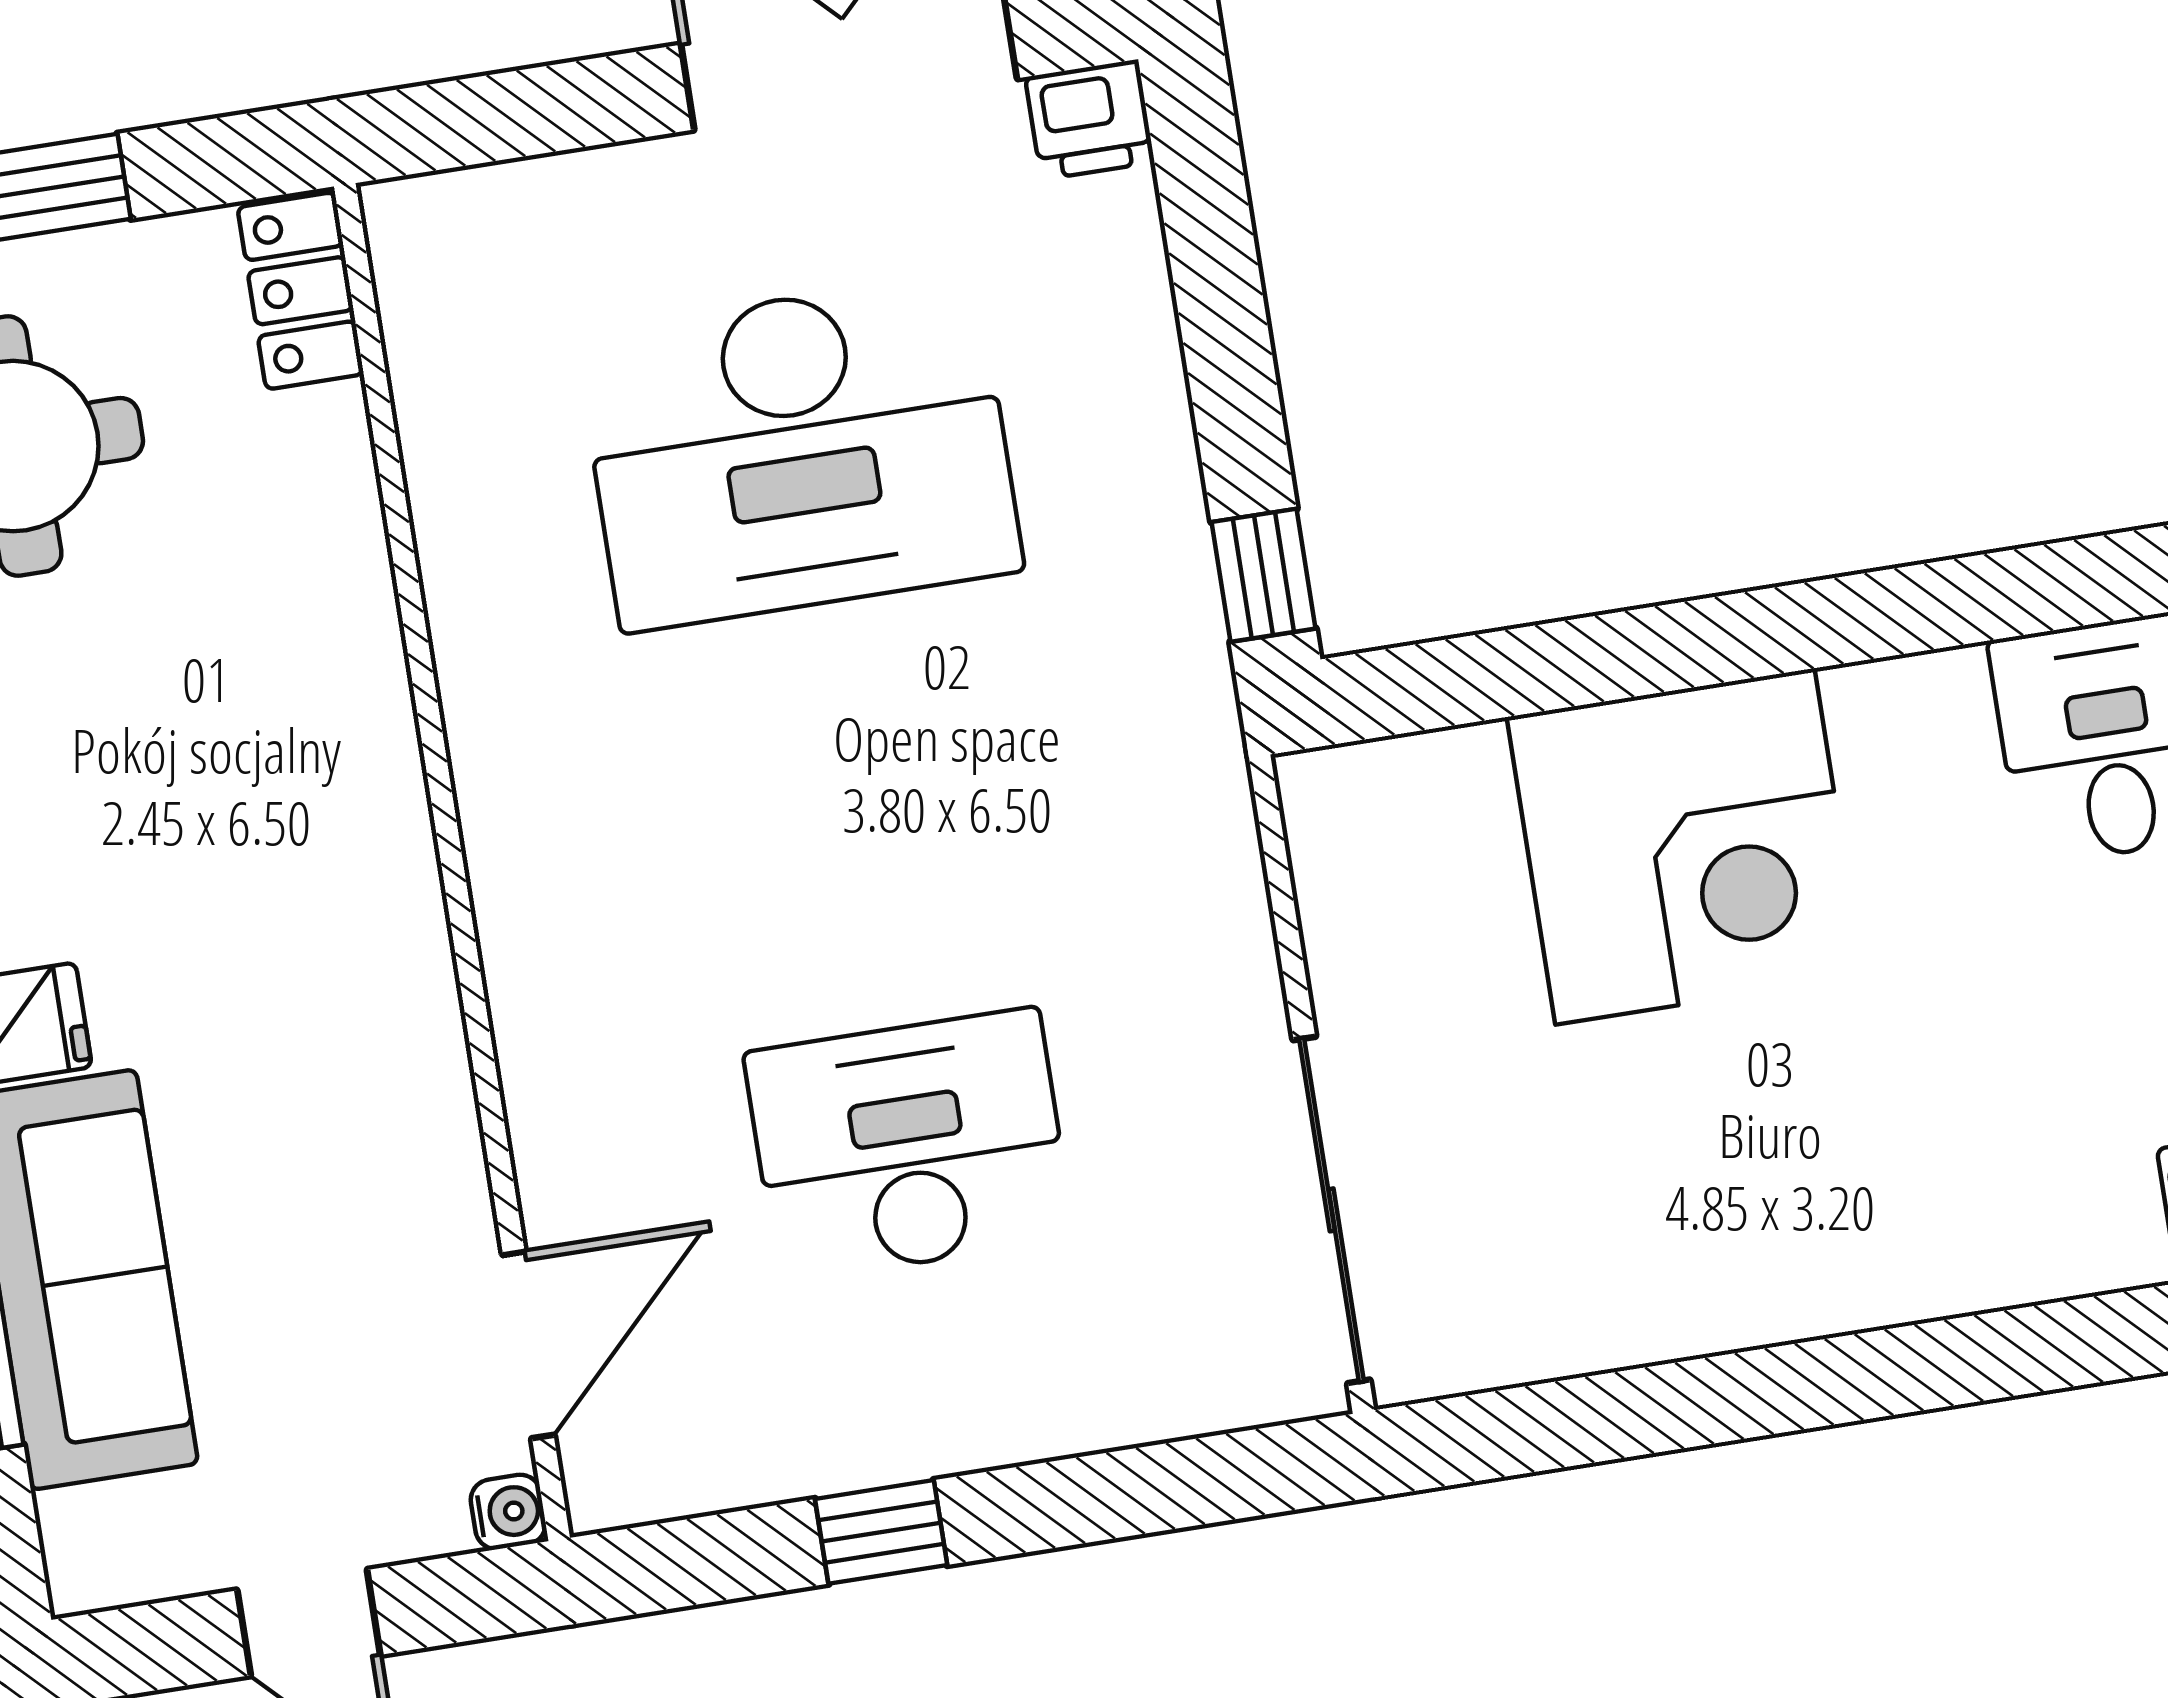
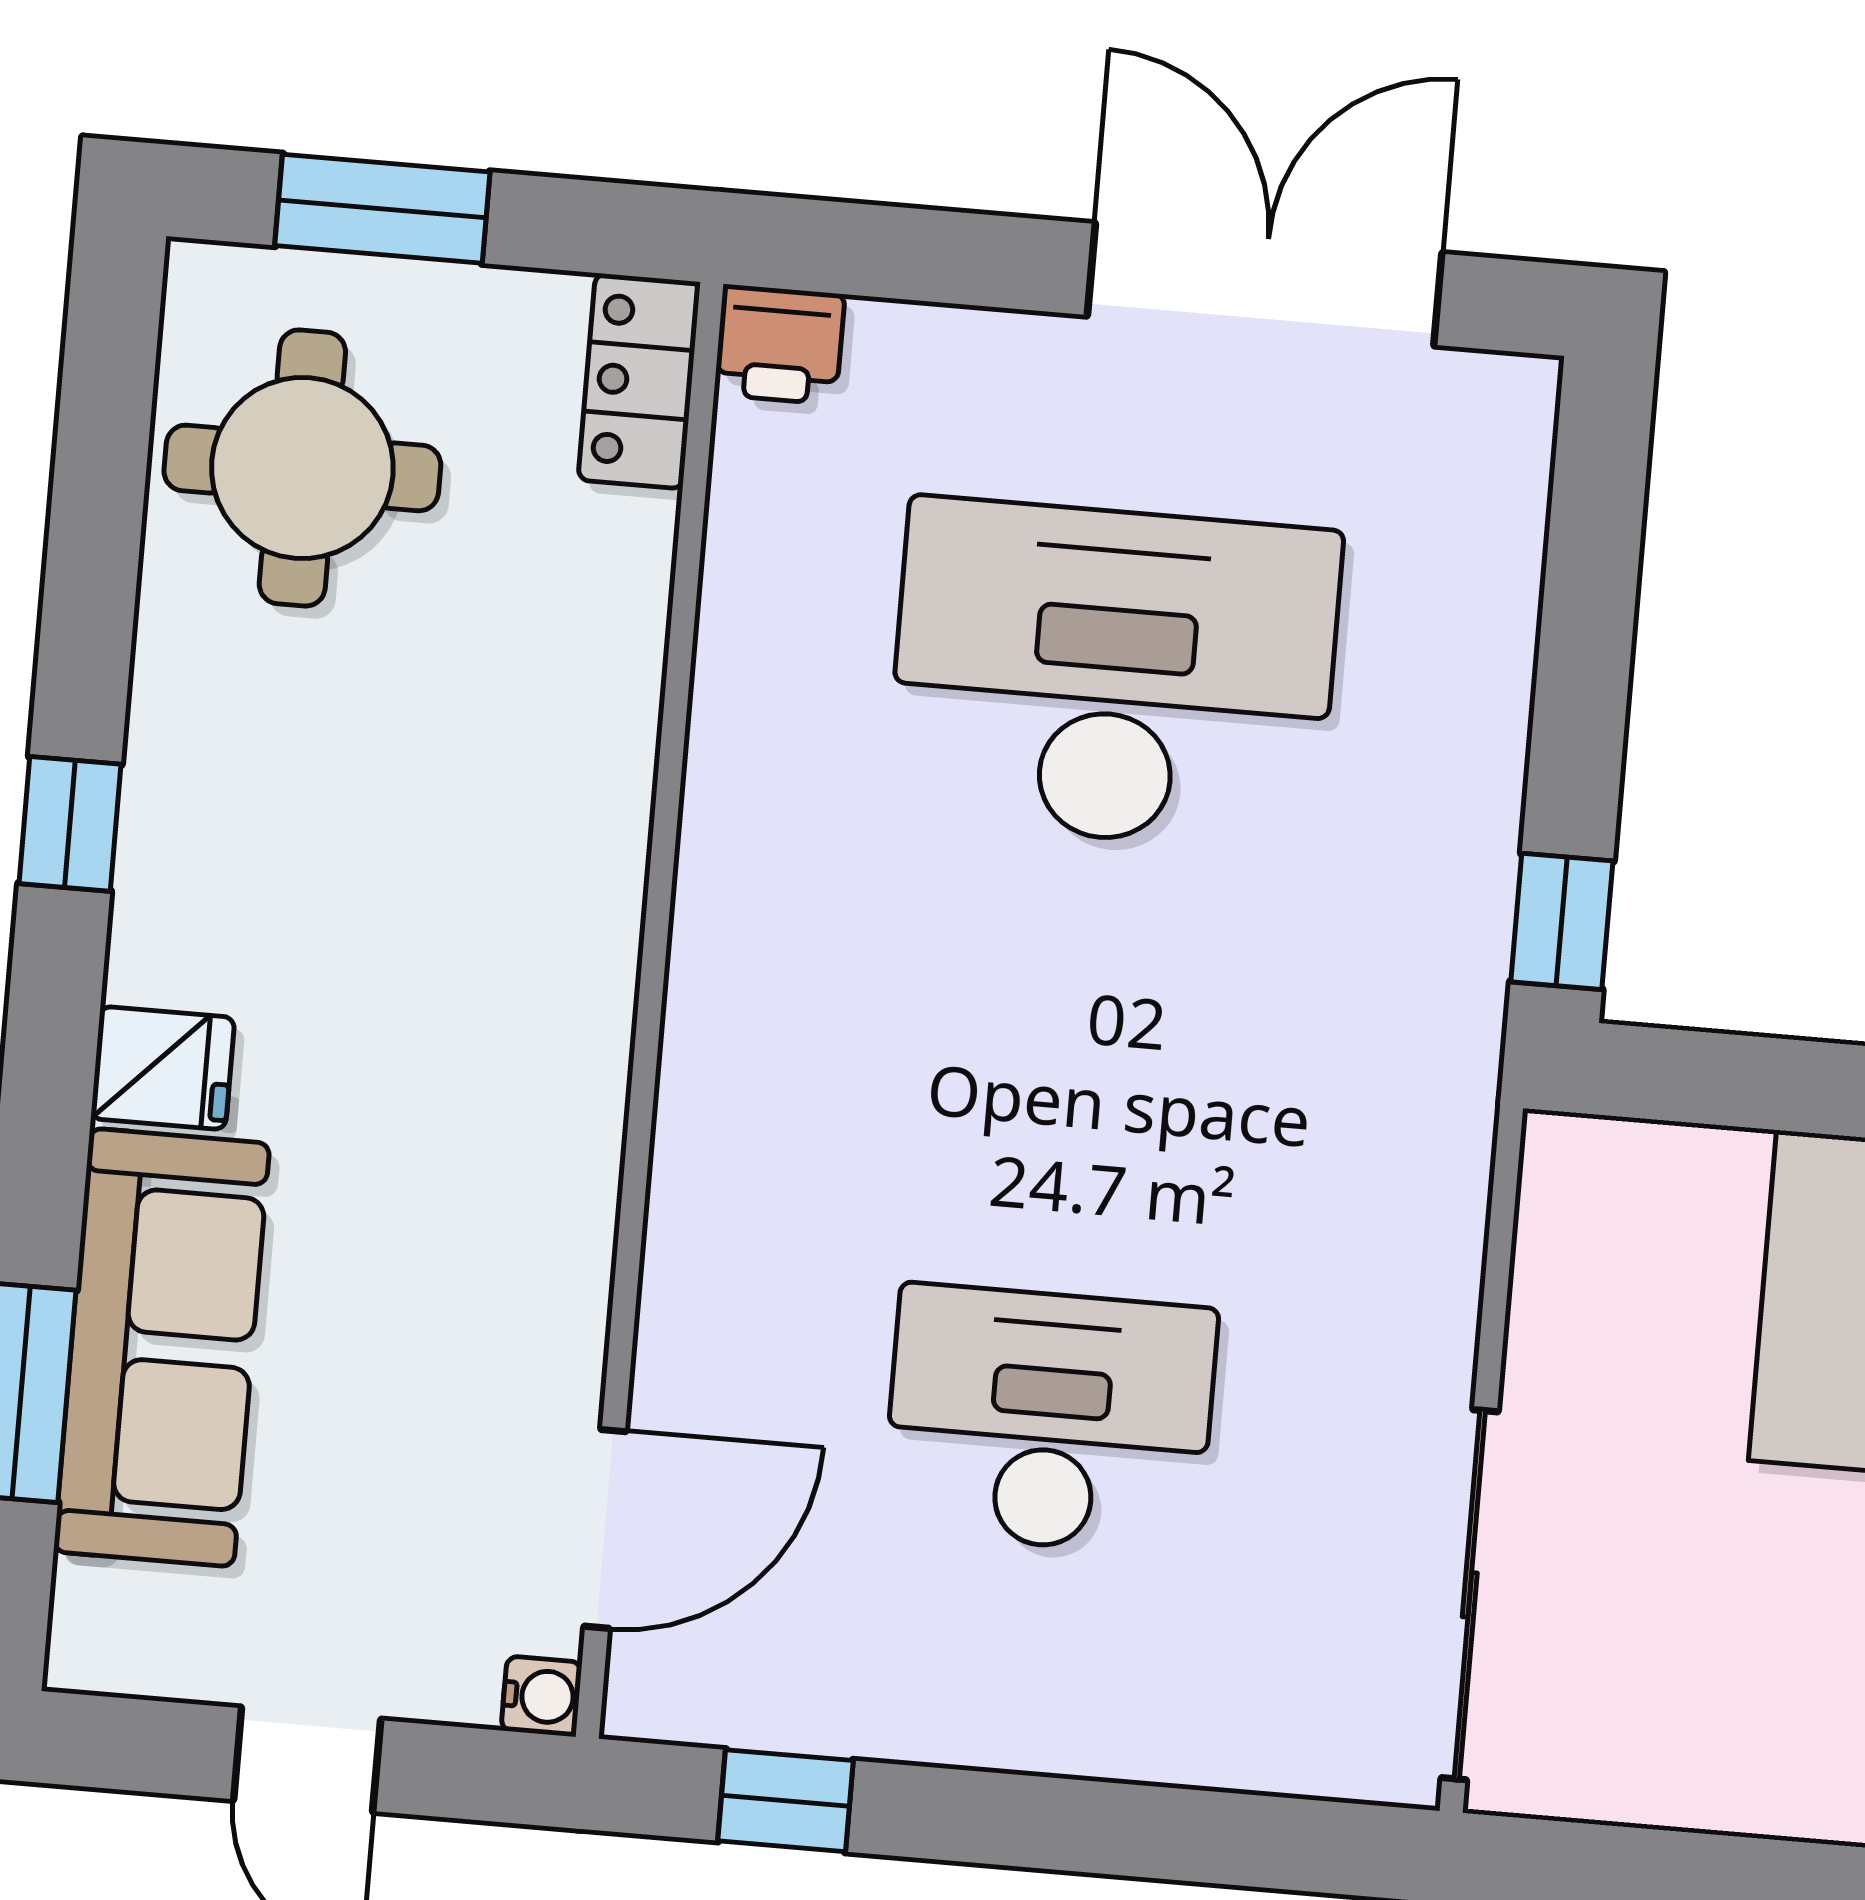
printer: (1090, 120) -> (779, 344), moved
desk: (799, 452) -> (1113, 675), turned 180
window: (881, 1532) -> (785, 1801), moved

